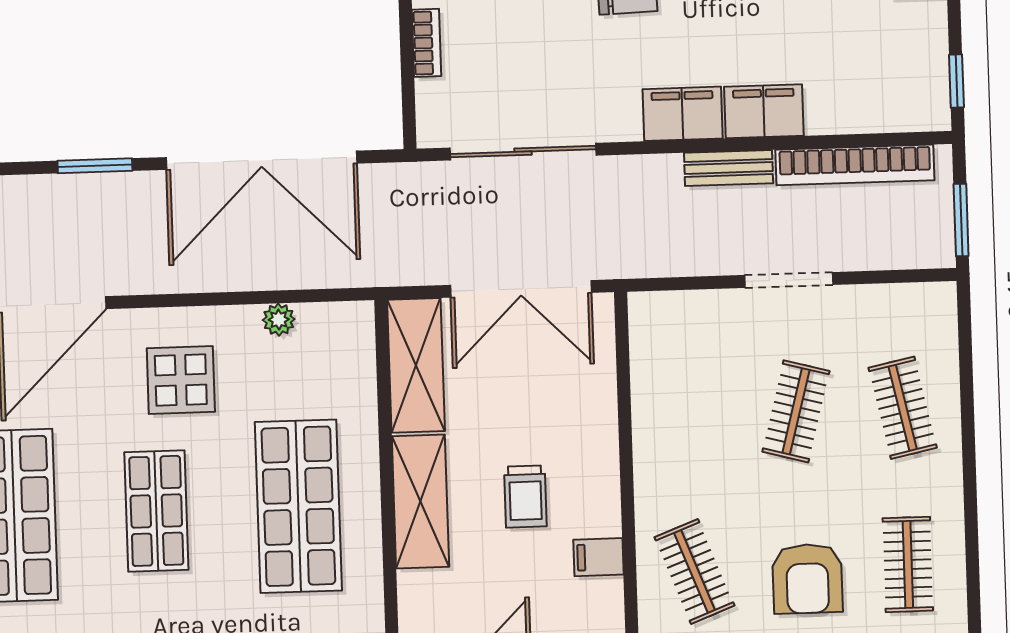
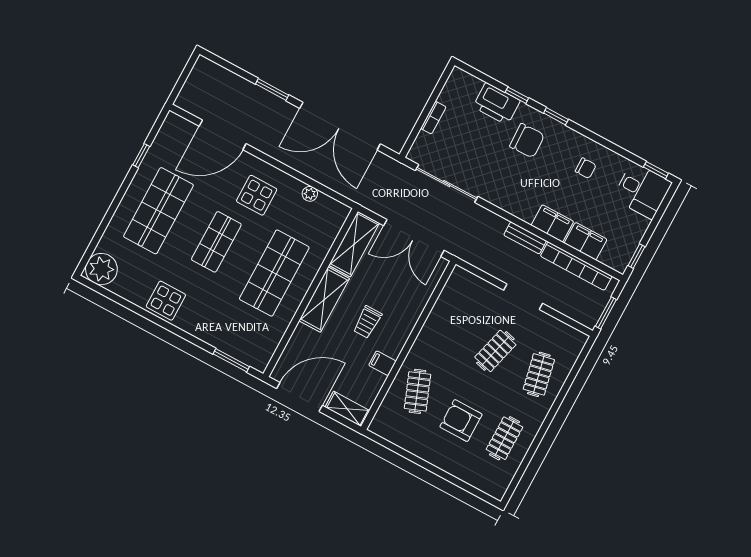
filing cabinet: (683, 114) -> (586, 241), moved
armchair: (807, 579) -> (461, 421), turned 90

